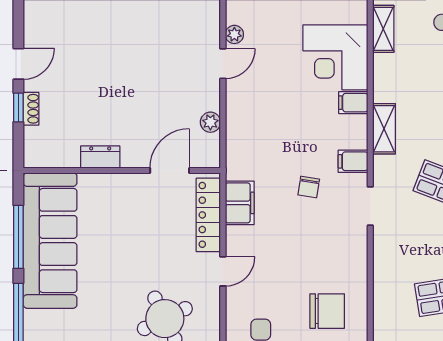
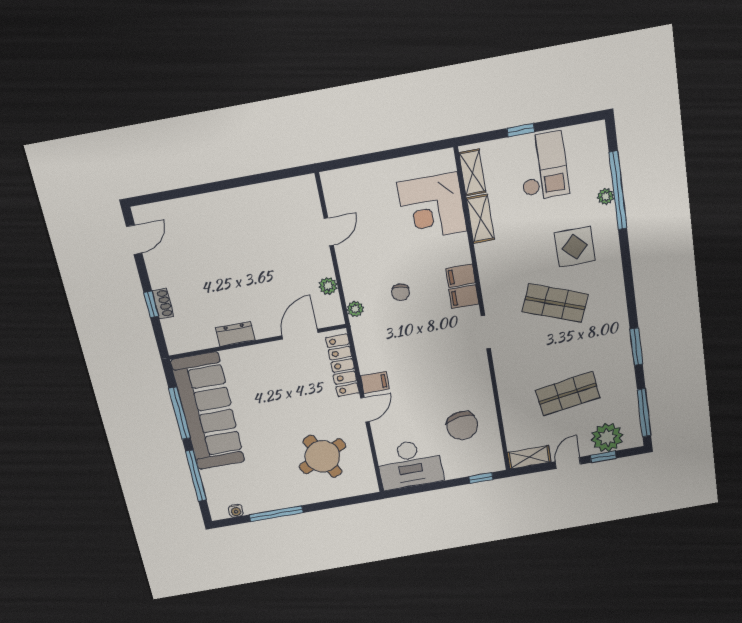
plant: (234, 34) -> (355, 309), moved
door: (18, 64) -> (134, 240), moved
filing cabinet: (353, 103) -> (461, 276), moved
shelving: (384, 129) -> (480, 219), moved
chair: (309, 187) -> (400, 292), moved
filing cabinet: (240, 203) -> (375, 382), moved, width x0.50
chair: (327, 311) -> (462, 426), turned 82

